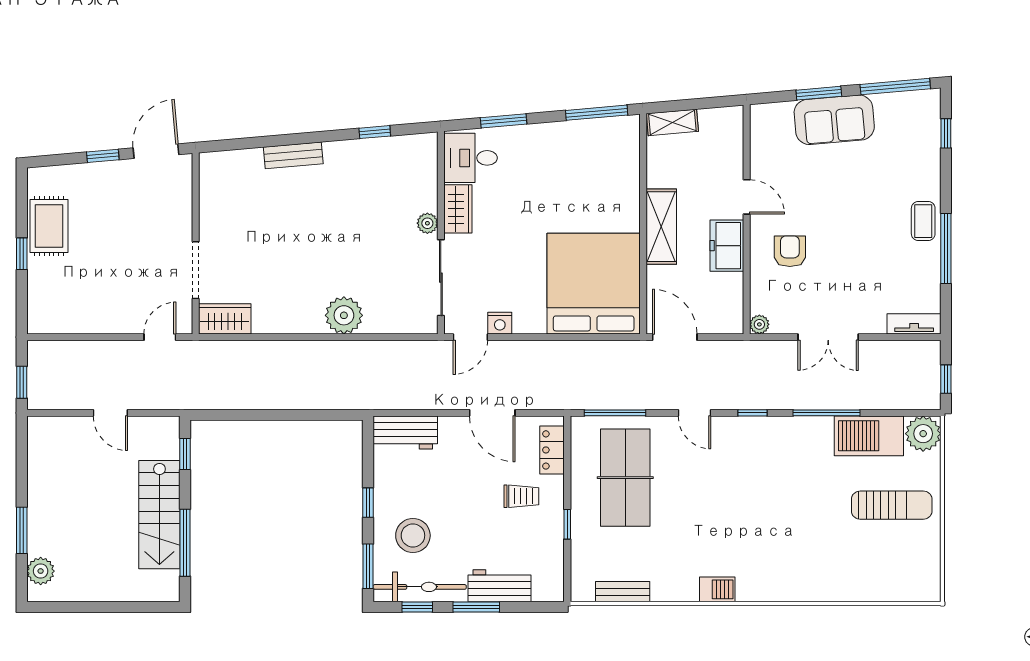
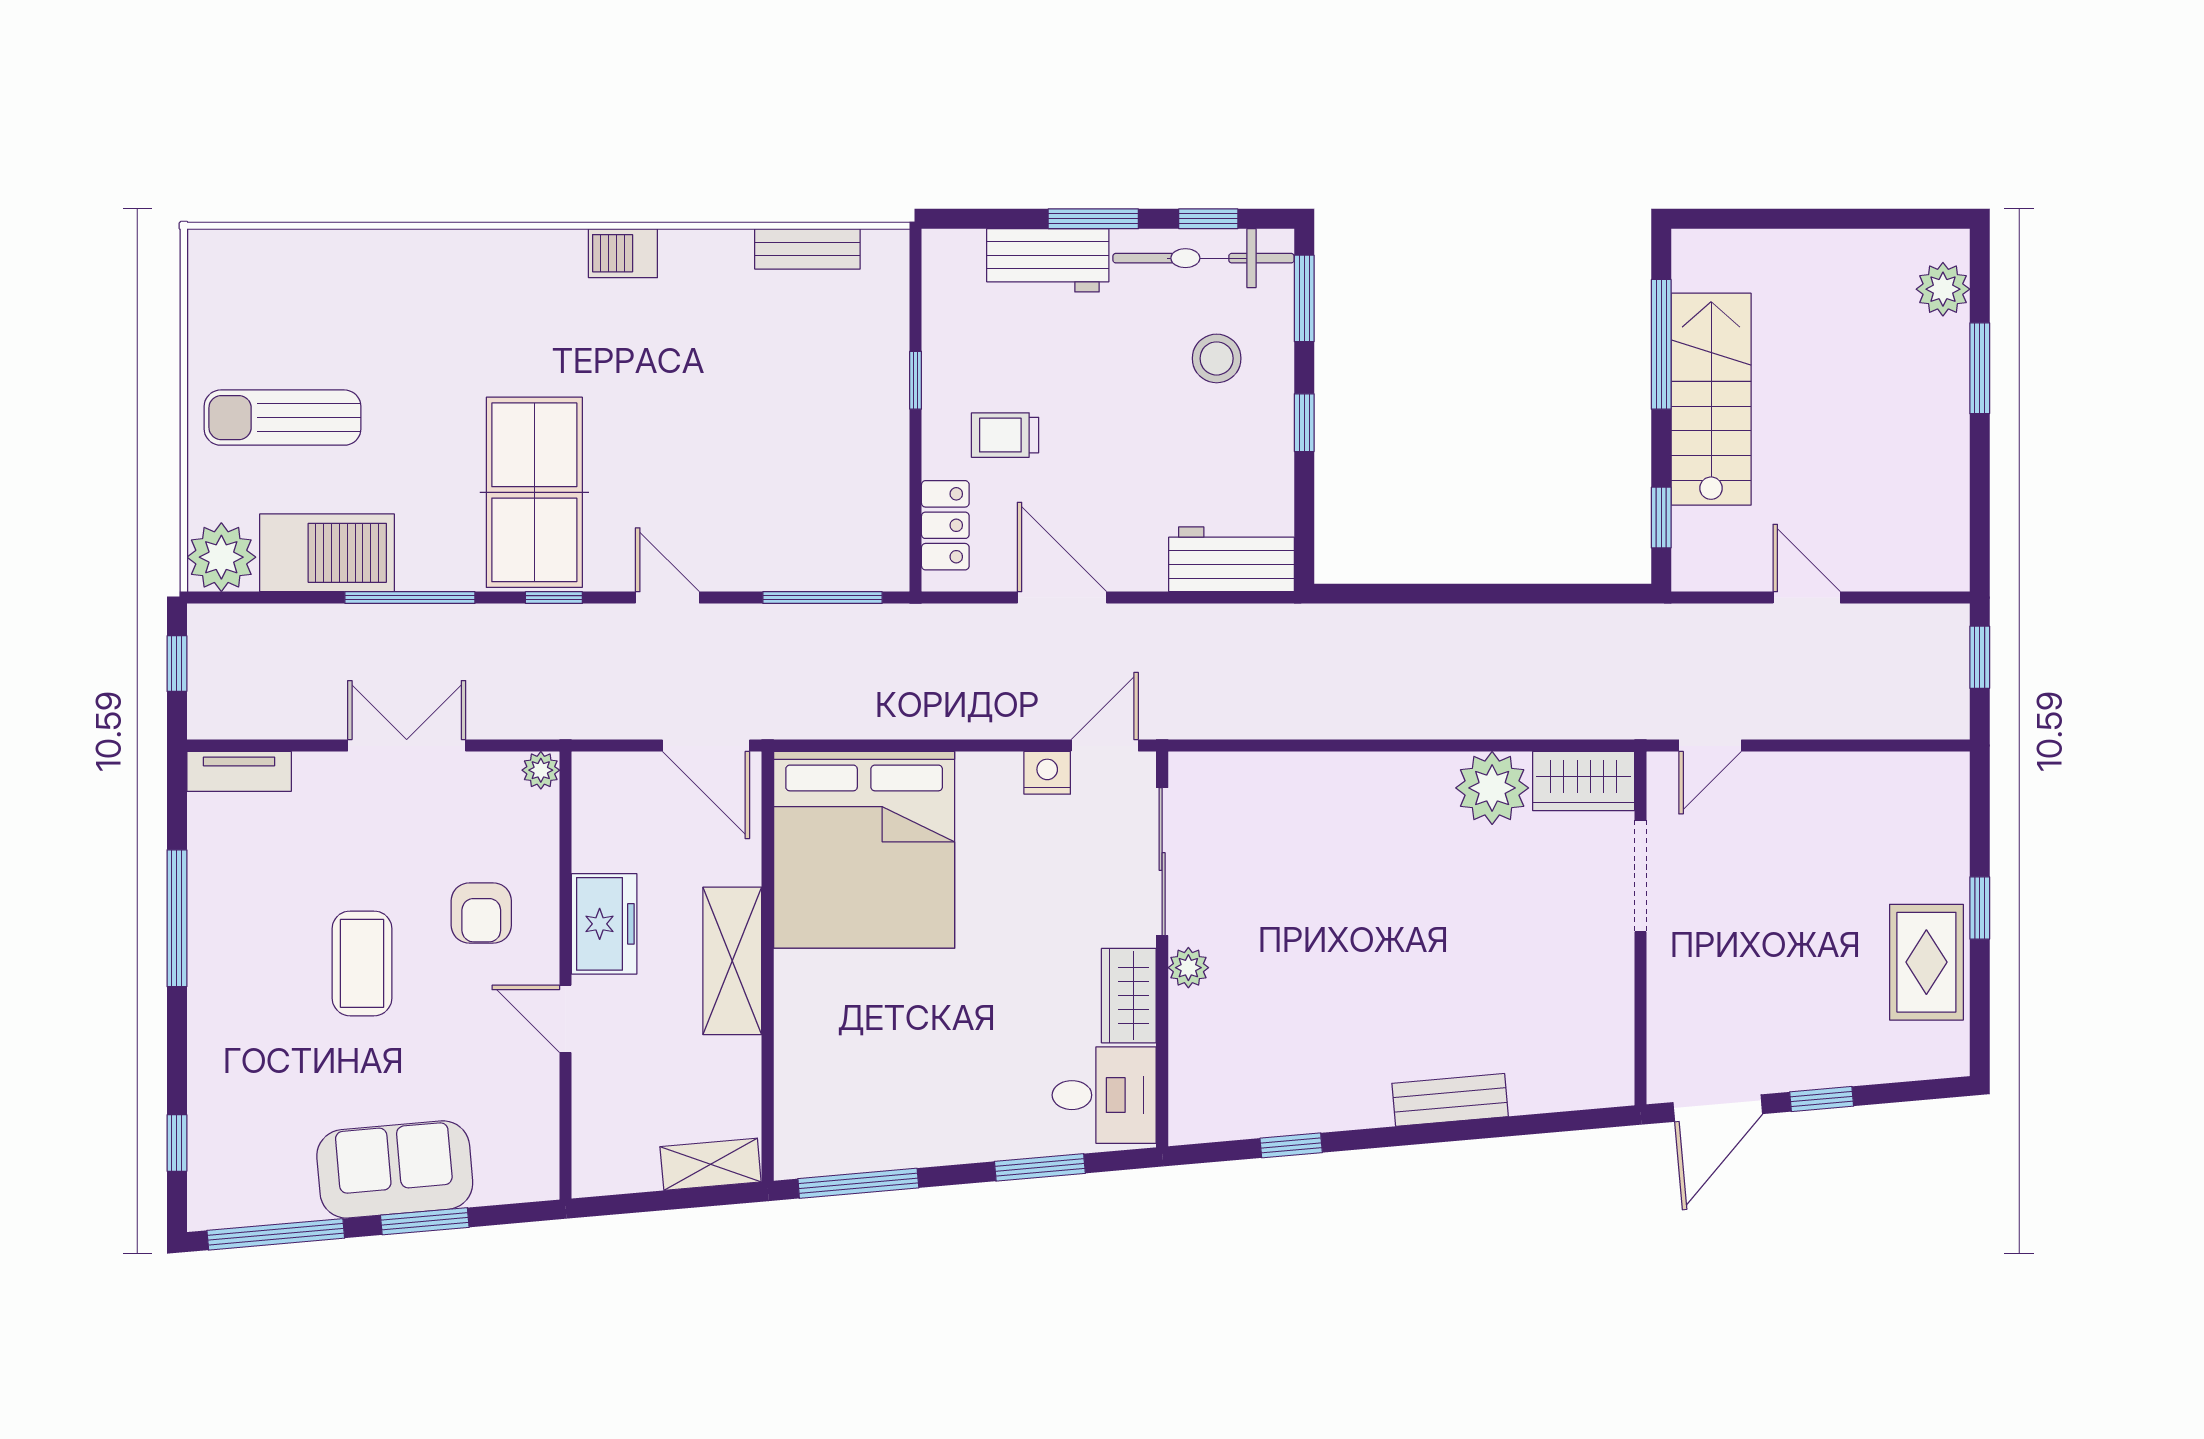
coffee table: (923, 221) -> (362, 963), moved, width x1.36, depth x1.30
plant: (344, 315) -> (1492, 788), moved
table tennis table: (625, 478) -> (534, 492), moved
stool: (413, 535) -> (1217, 358), width x0.73, depth x0.73

